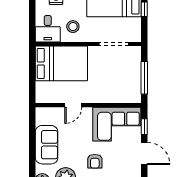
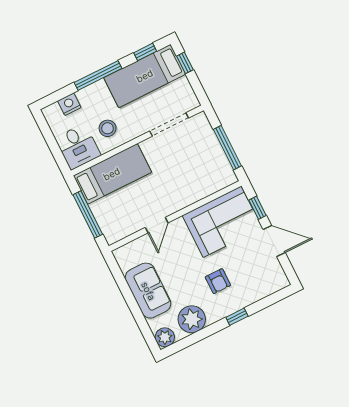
bed: (61, 63) -> (112, 174), width x0.67
window: (32, 76) -> (88, 214), added

